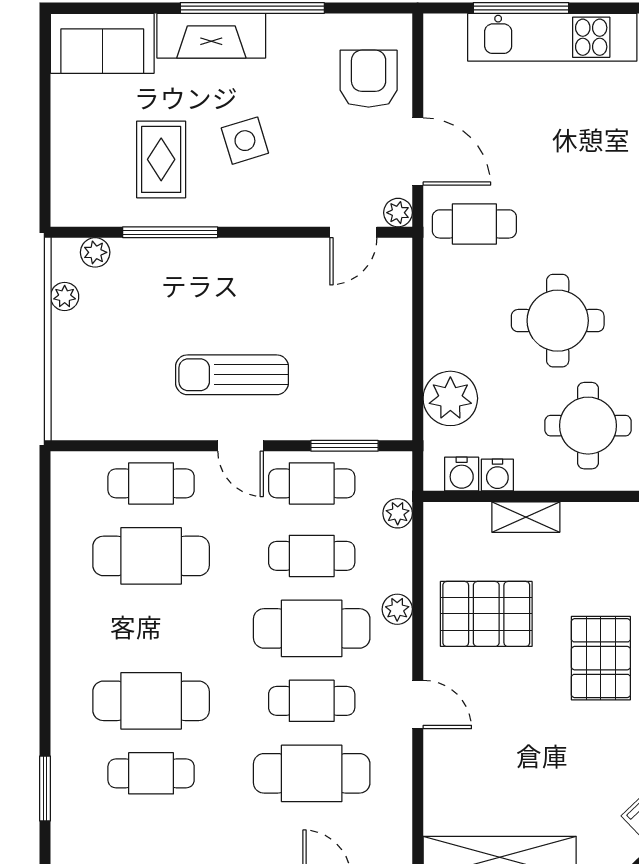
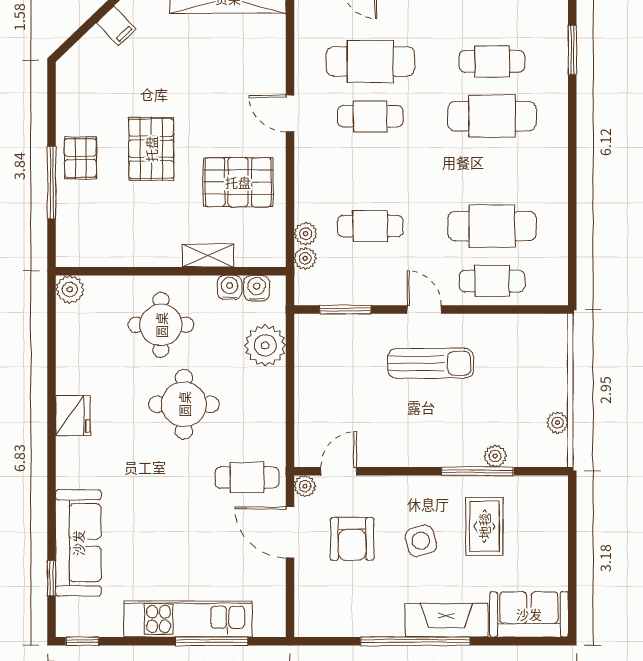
armchair: (369, 79) -> (352, 539), moved
plant: (95, 252) -> (495, 456), moved
cafe table: (312, 483) -> (370, 281), removed
plant: (397, 609) -> (306, 234), moved
cafe table: (312, 628) -> (370, 171), removed

